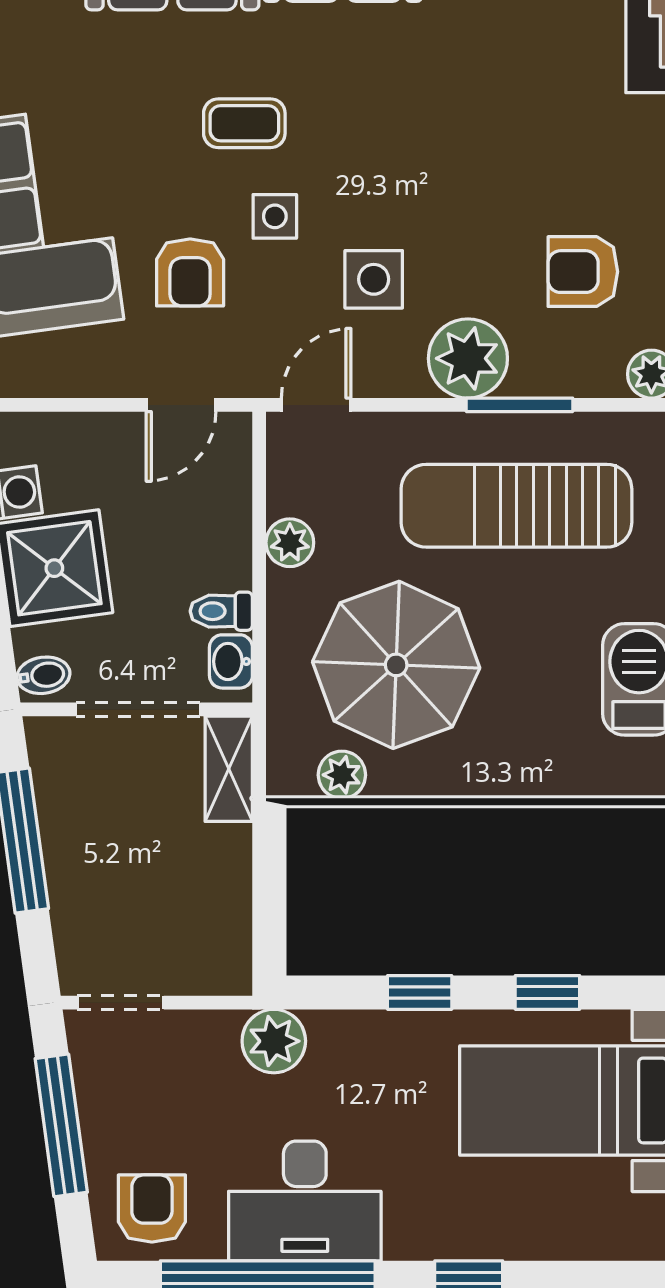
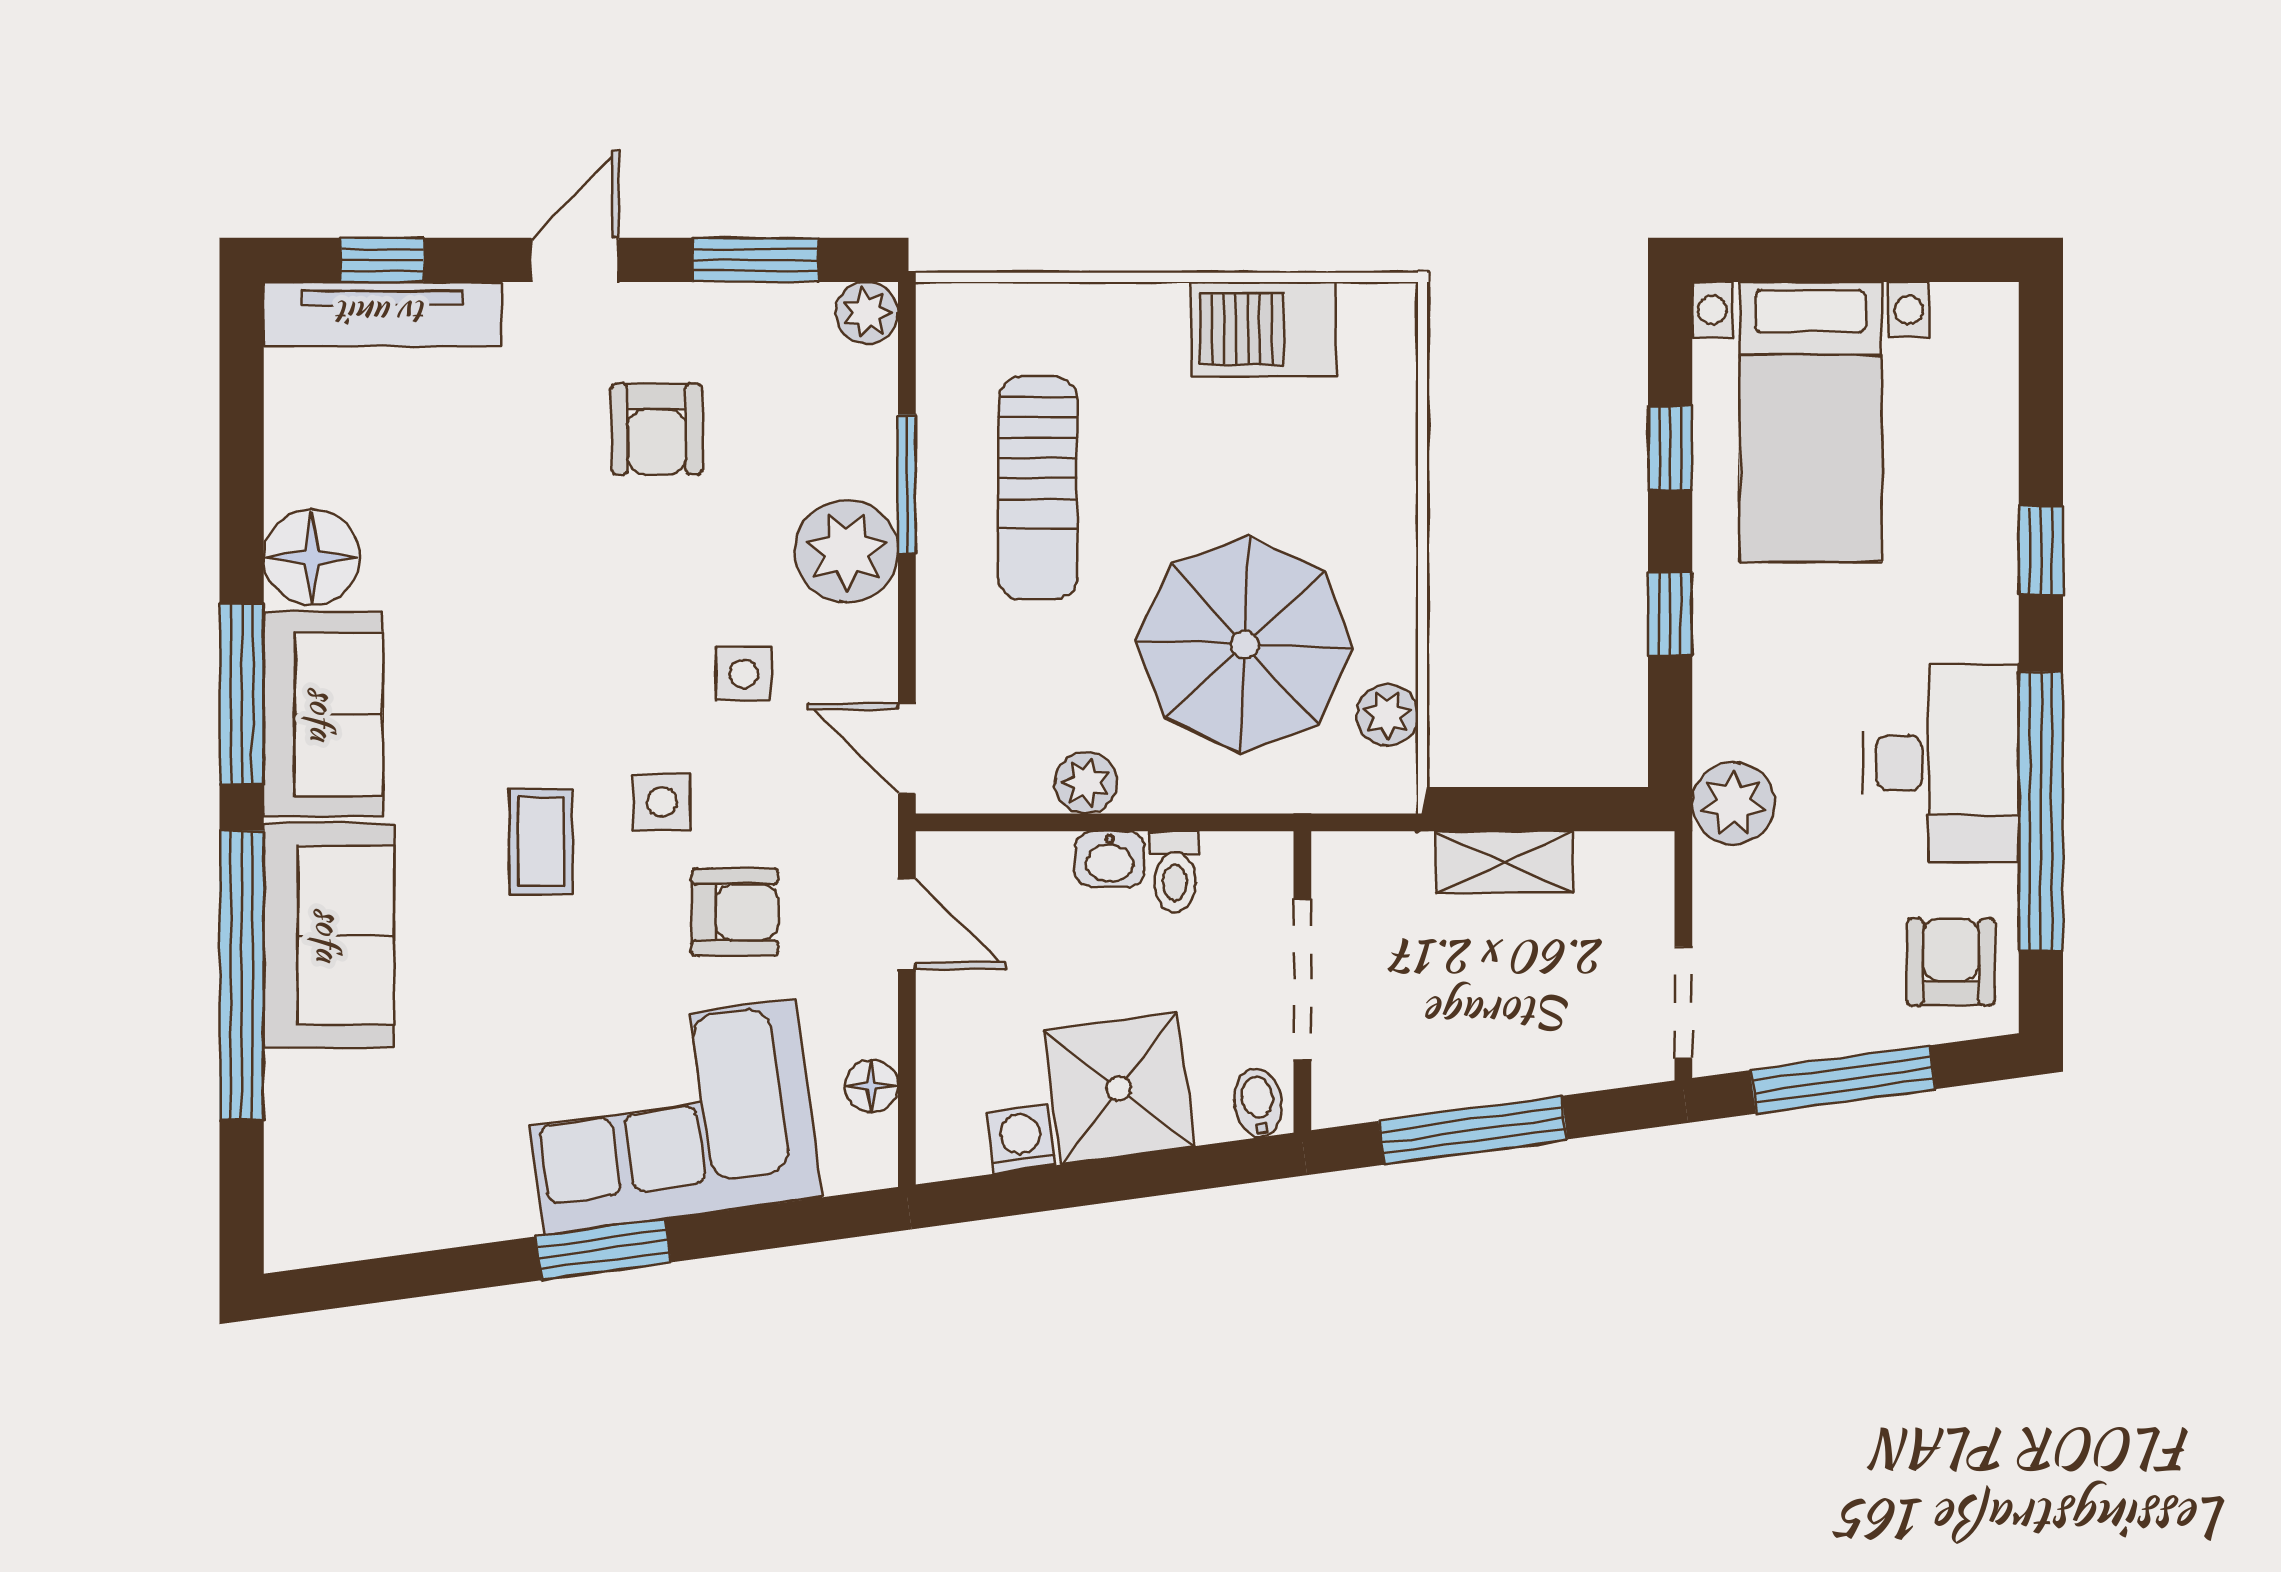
armchair: (583, 272) -> (657, 429), moved
side table: (374, 279) -> (744, 674), width x0.73, depth x0.73
floor lamp: (56, 378) -> (871, 1086), added
sun lounger: (516, 506) -> (1038, 488), width x0.73, depth x0.75
washbasin: (231, 661) -> (1110, 859), moved
shelving: (229, 769) -> (1504, 862), moved
armchair: (152, 1208) -> (1951, 962), turned 90

